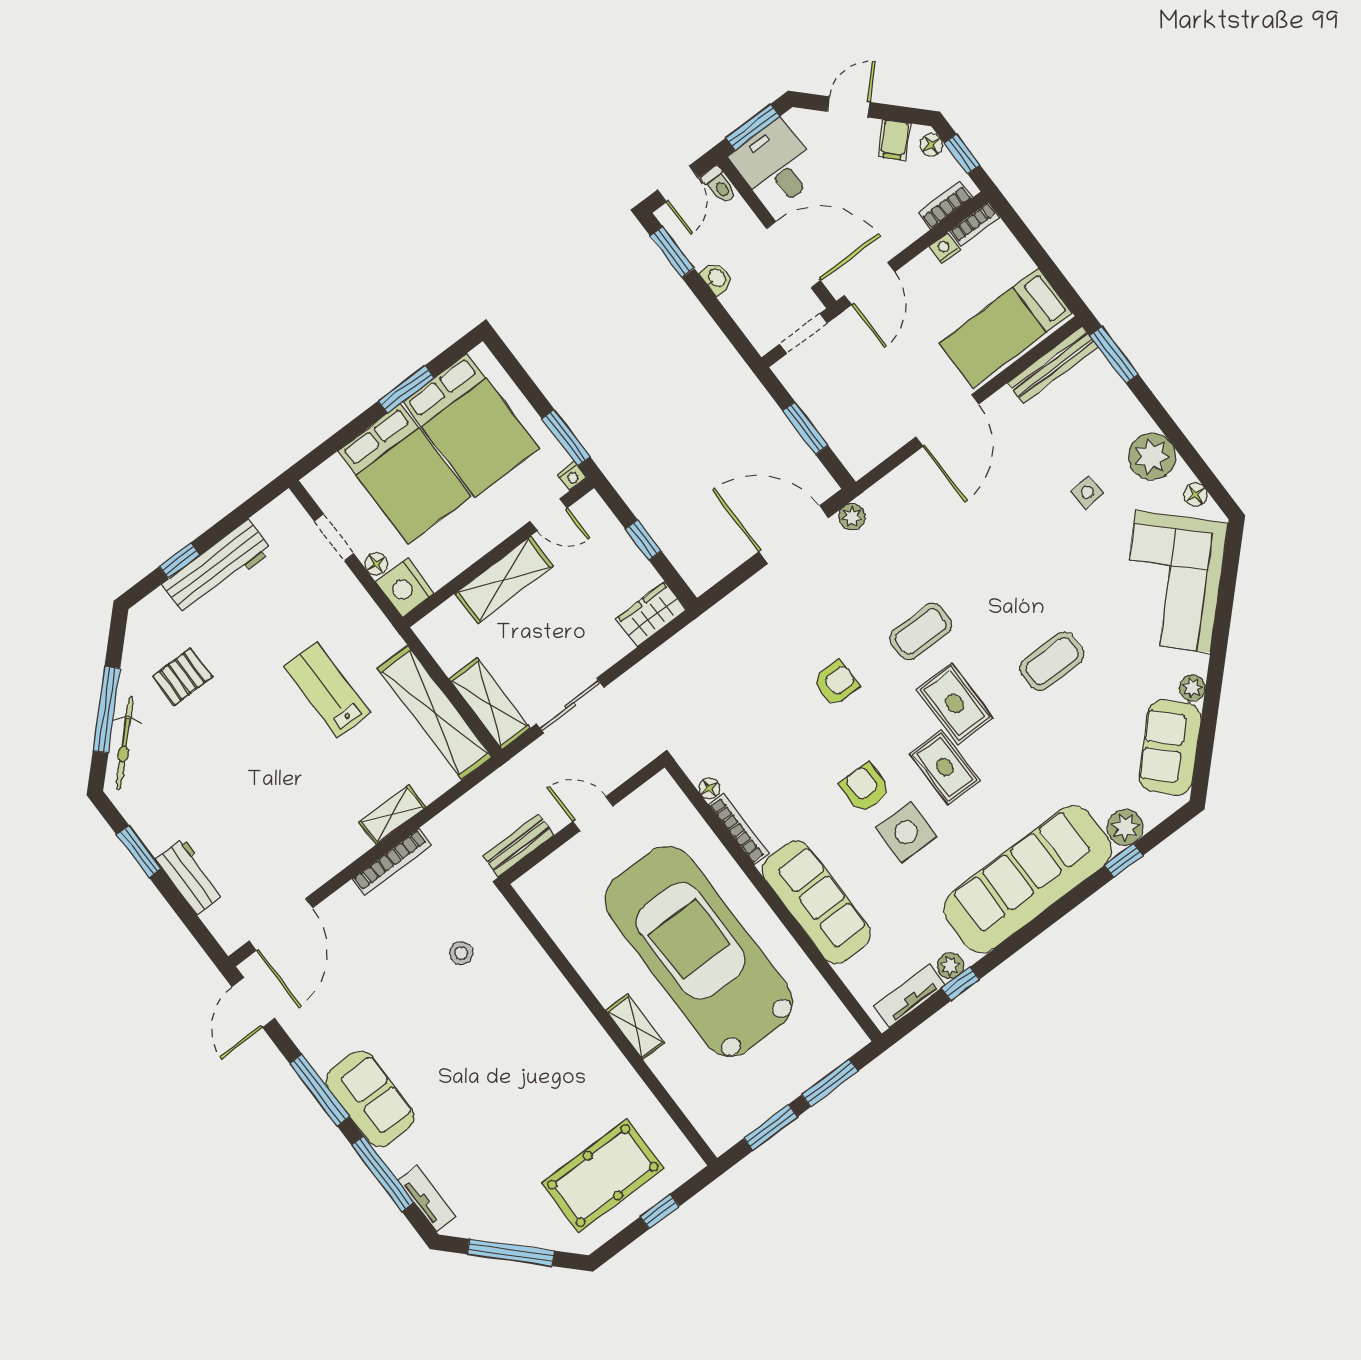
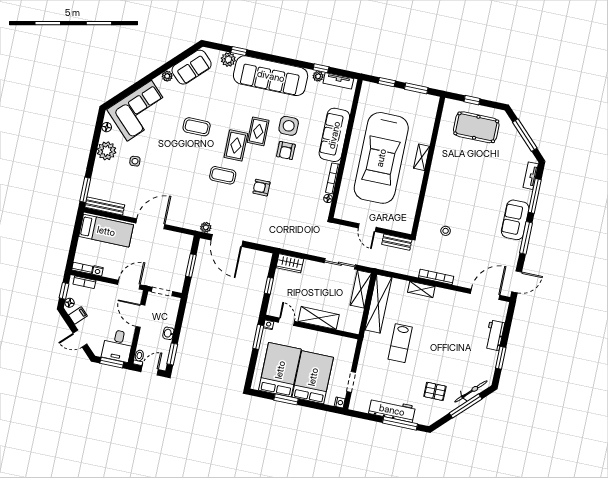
door: (793, 255) -> (140, 316), width x0.73
window: (179, 561) -> (400, 423), width x2.17
floor lamp: (376, 564) -> (348, 362), removed
nightstand: (405, 587) -> (340, 402), moved, width x0.53, depth x0.56
window: (830, 1083) -> (387, 82), width x0.67

